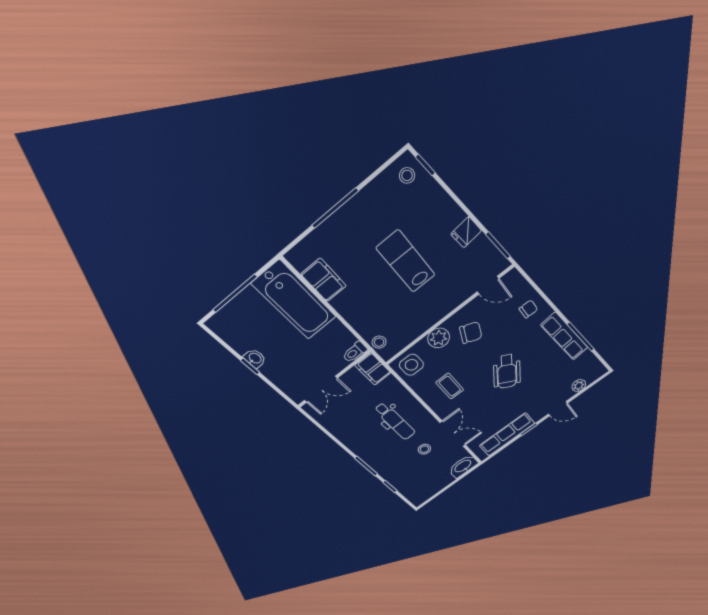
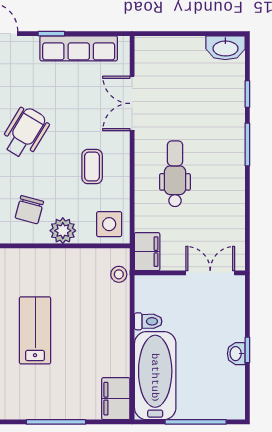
lab bench: (406, 262) -> (35, 330), turned 180
filing cabinet: (324, 280) -> (116, 399), moved
chair: (471, 333) -> (29, 210), turned -98
toilet: (355, 352) -> (148, 321), moved
stool: (424, 449) -> (175, 111), removed
washbasin: (463, 466) -> (225, 48), moved

